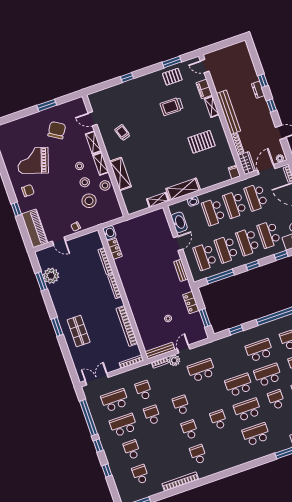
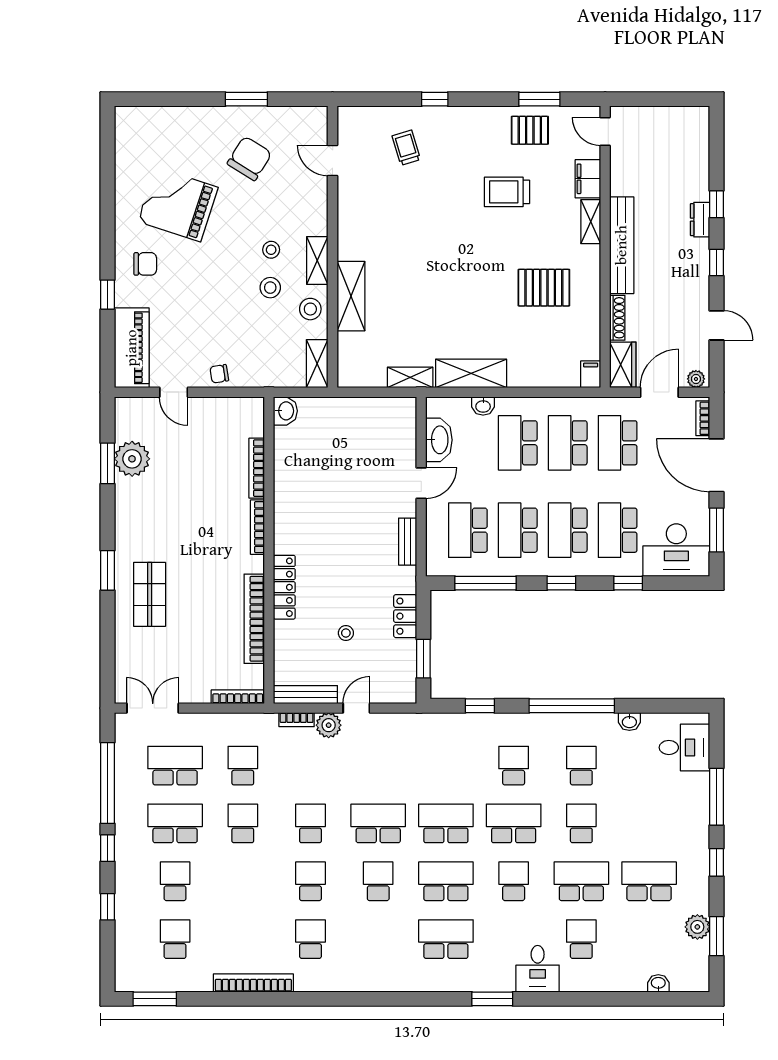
trolley: (122, 133) -> (406, 148), moved
shelving: (93, 143) -> (317, 364), moved
stool: (89, 201) -> (266, 329), removed
locker: (114, 249) -> (284, 587), moved, width x1.53
school desk: (259, 350) -> (514, 766), width x0.54
school desk: (201, 370) -> (378, 823), moved

